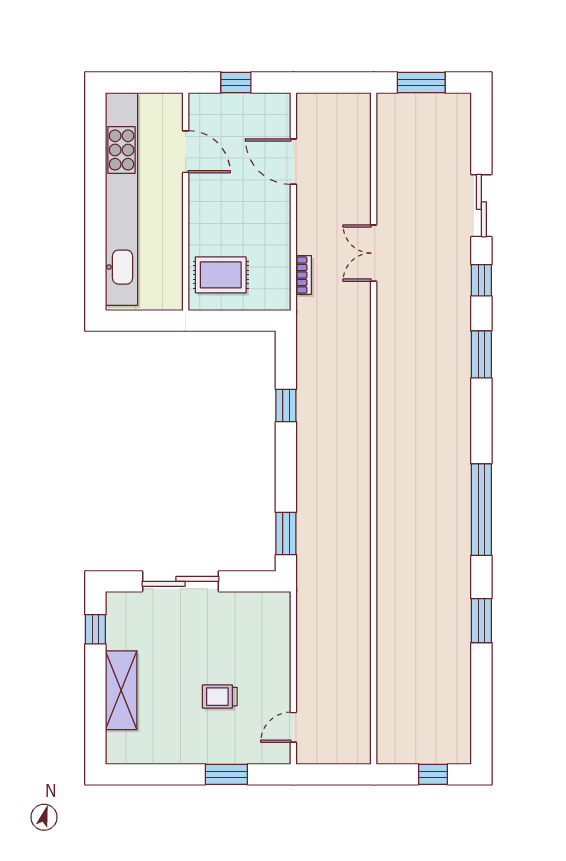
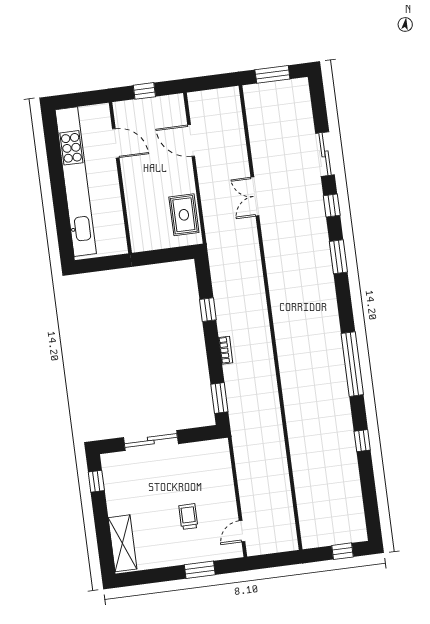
rug: (221, 275) -> (184, 215), moved, turned 90
bookcase: (304, 275) -> (226, 350), moved
window: (481, 621) -> (362, 441), width x0.67
shelving: (121, 690) -> (123, 543), moved
trolley: (220, 697) -> (188, 517), turned 90

